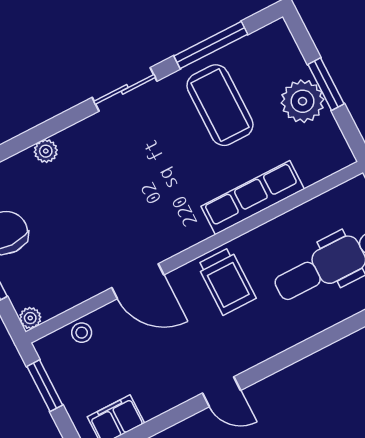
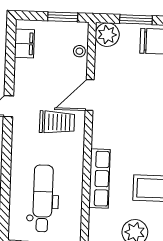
trolley: (226, 281) -> (57, 122), moved, turned 180
plant: (30, 318) -> (107, 35), width x1.87, depth x1.87

